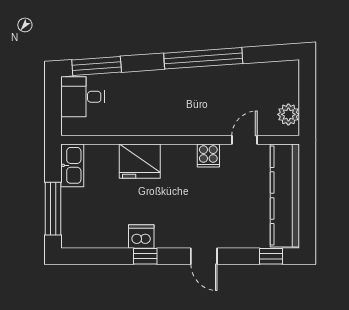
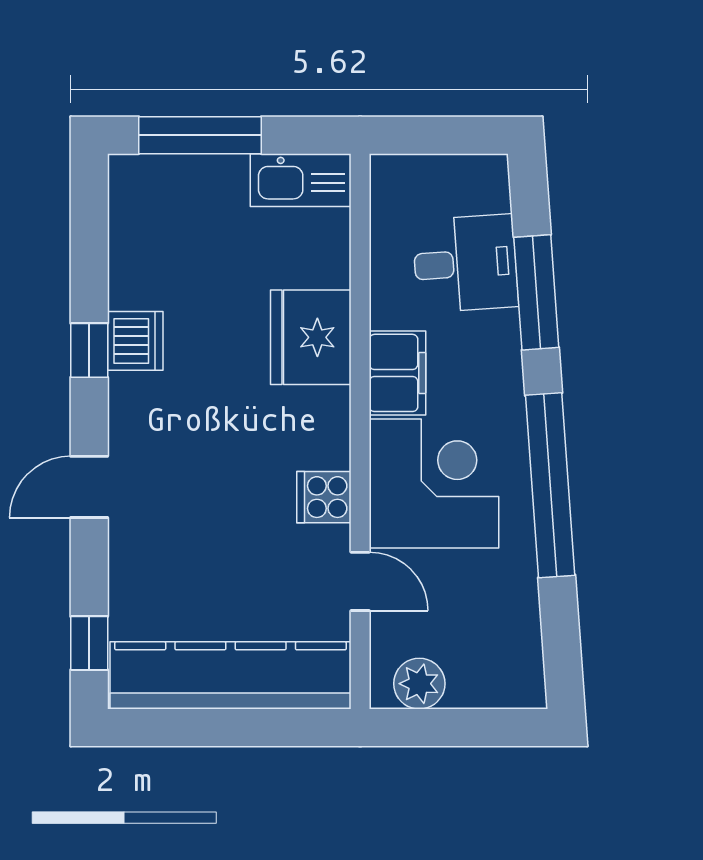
window: (97, 66) -> (536, 292), moved
desk: (82, 97) -> (465, 264), moved, turned 86
corner desk: (202, 108) -> (434, 483), added
filing cabinet: (155, 124) -> (397, 373), added

